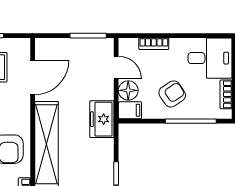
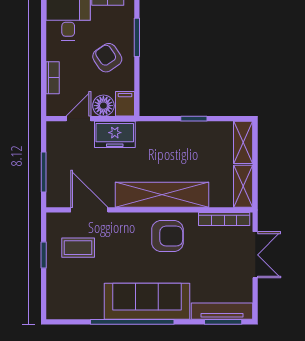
window: (88, 36) -> (44, 172), moved
freezer: (102, 119) -> (115, 134), moved
window: (191, 121) -> (137, 37), width x0.69

